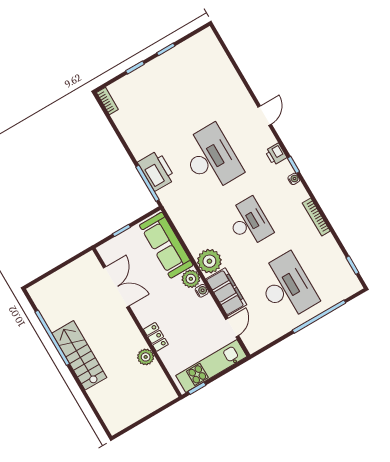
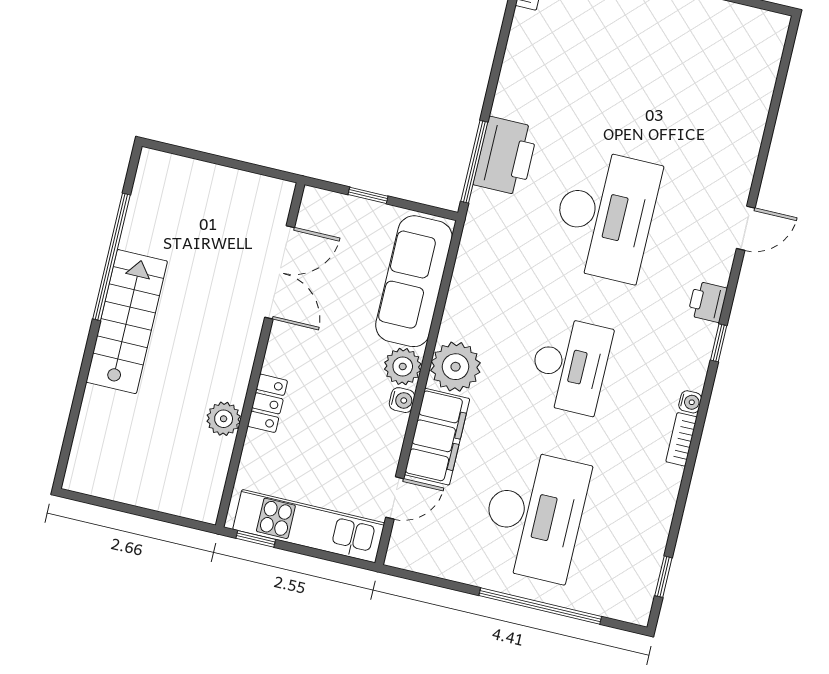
water cooler: (294, 179) -> (690, 402), moved
bookcase: (316, 217) -> (681, 439), width x0.64

